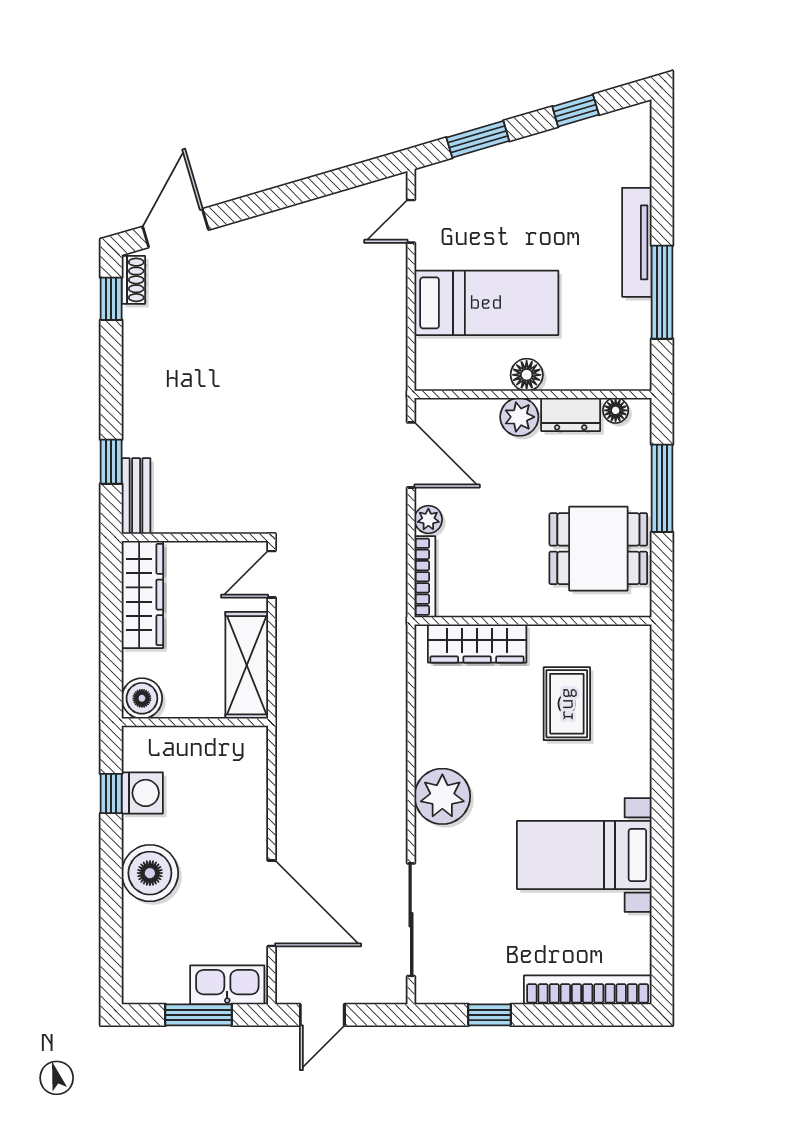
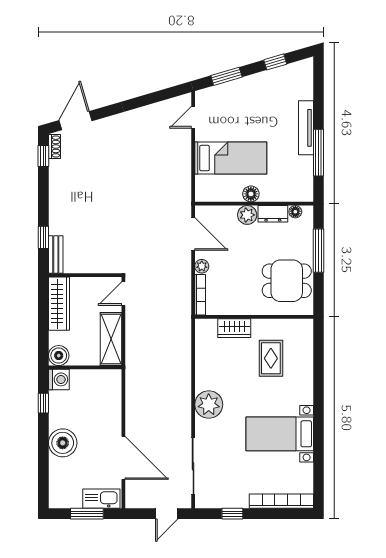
wardrobe: (477, 643) -> (234, 328), width x0.67
washing machine: (142, 793) -> (59, 379), moved
door: (322, 1015) -> (167, 514), moved

